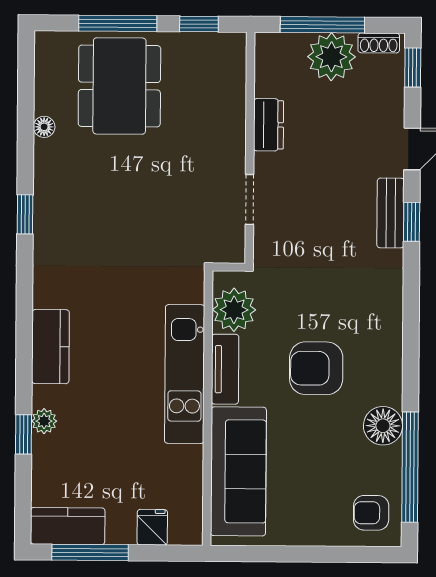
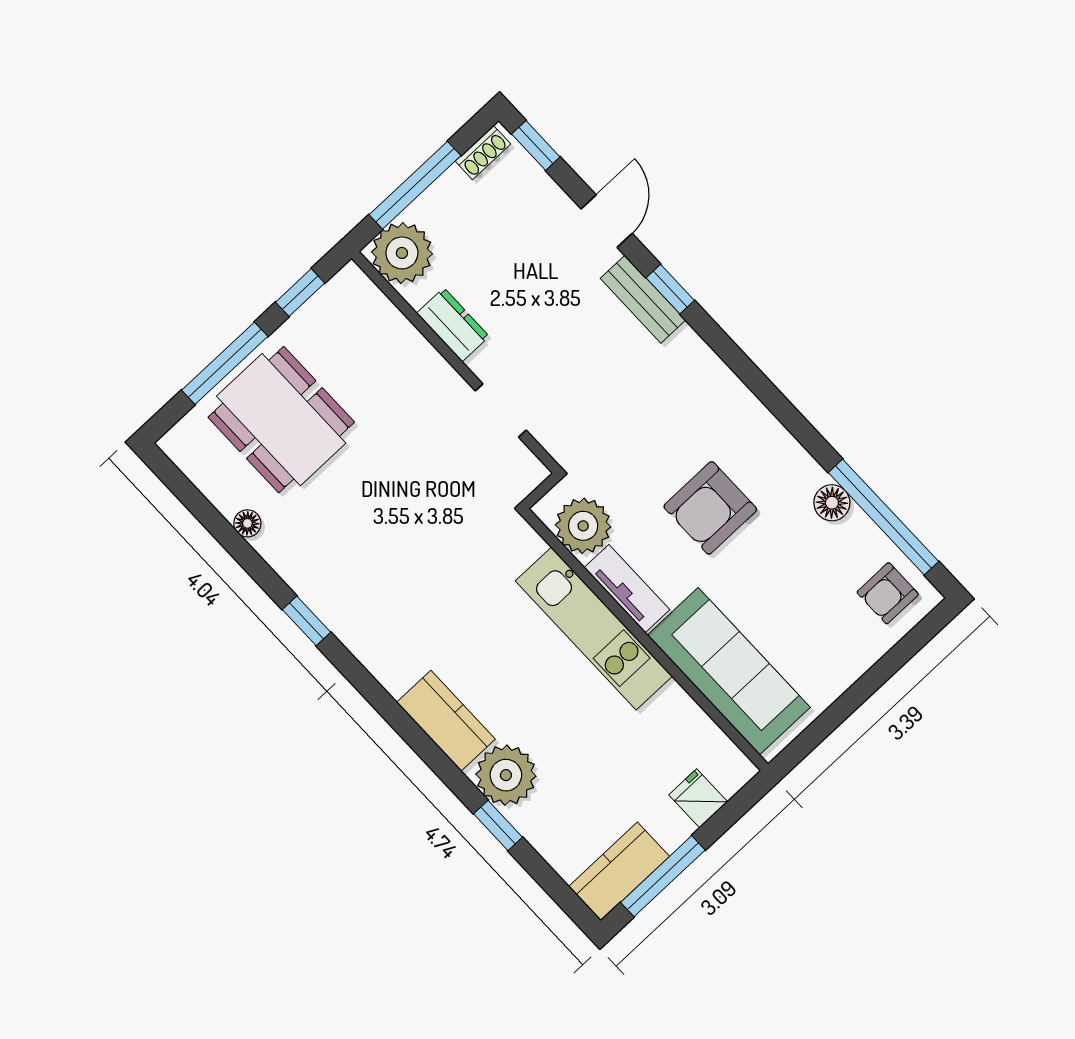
plant: (331, 57) -> (402, 253), moved
plant: (44, 421) -> (506, 775), width x1.87, depth x1.87
floor lamp: (383, 426) -> (832, 503), width x0.73, depth x0.73

